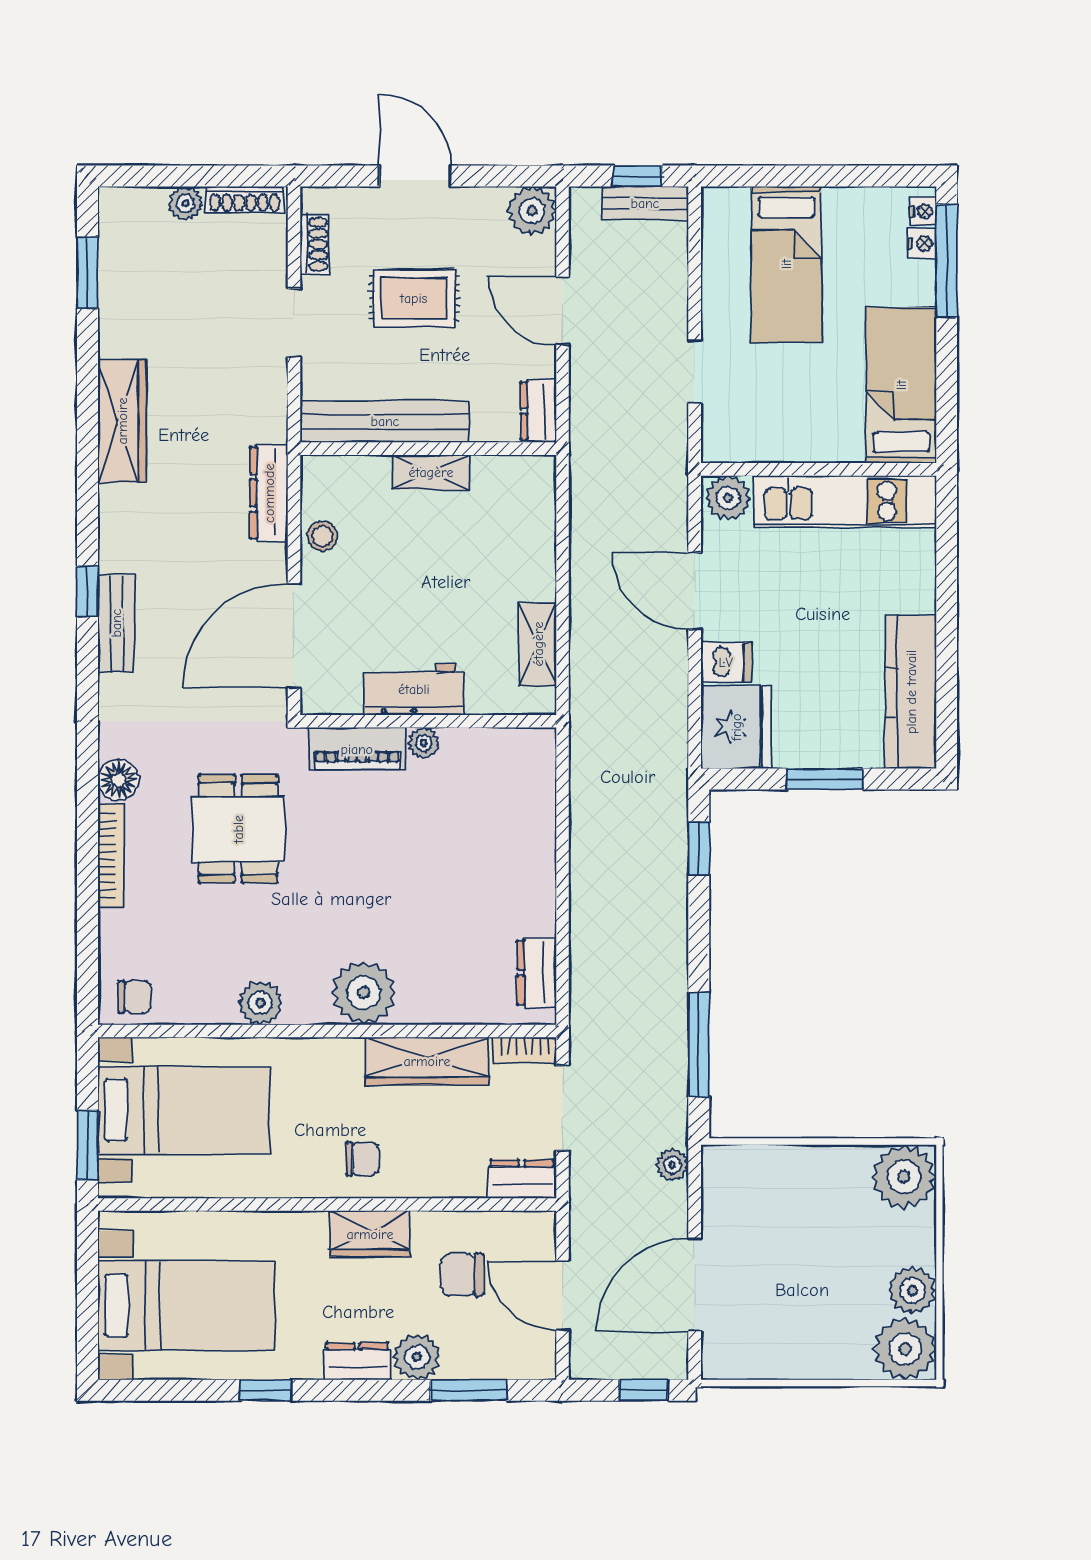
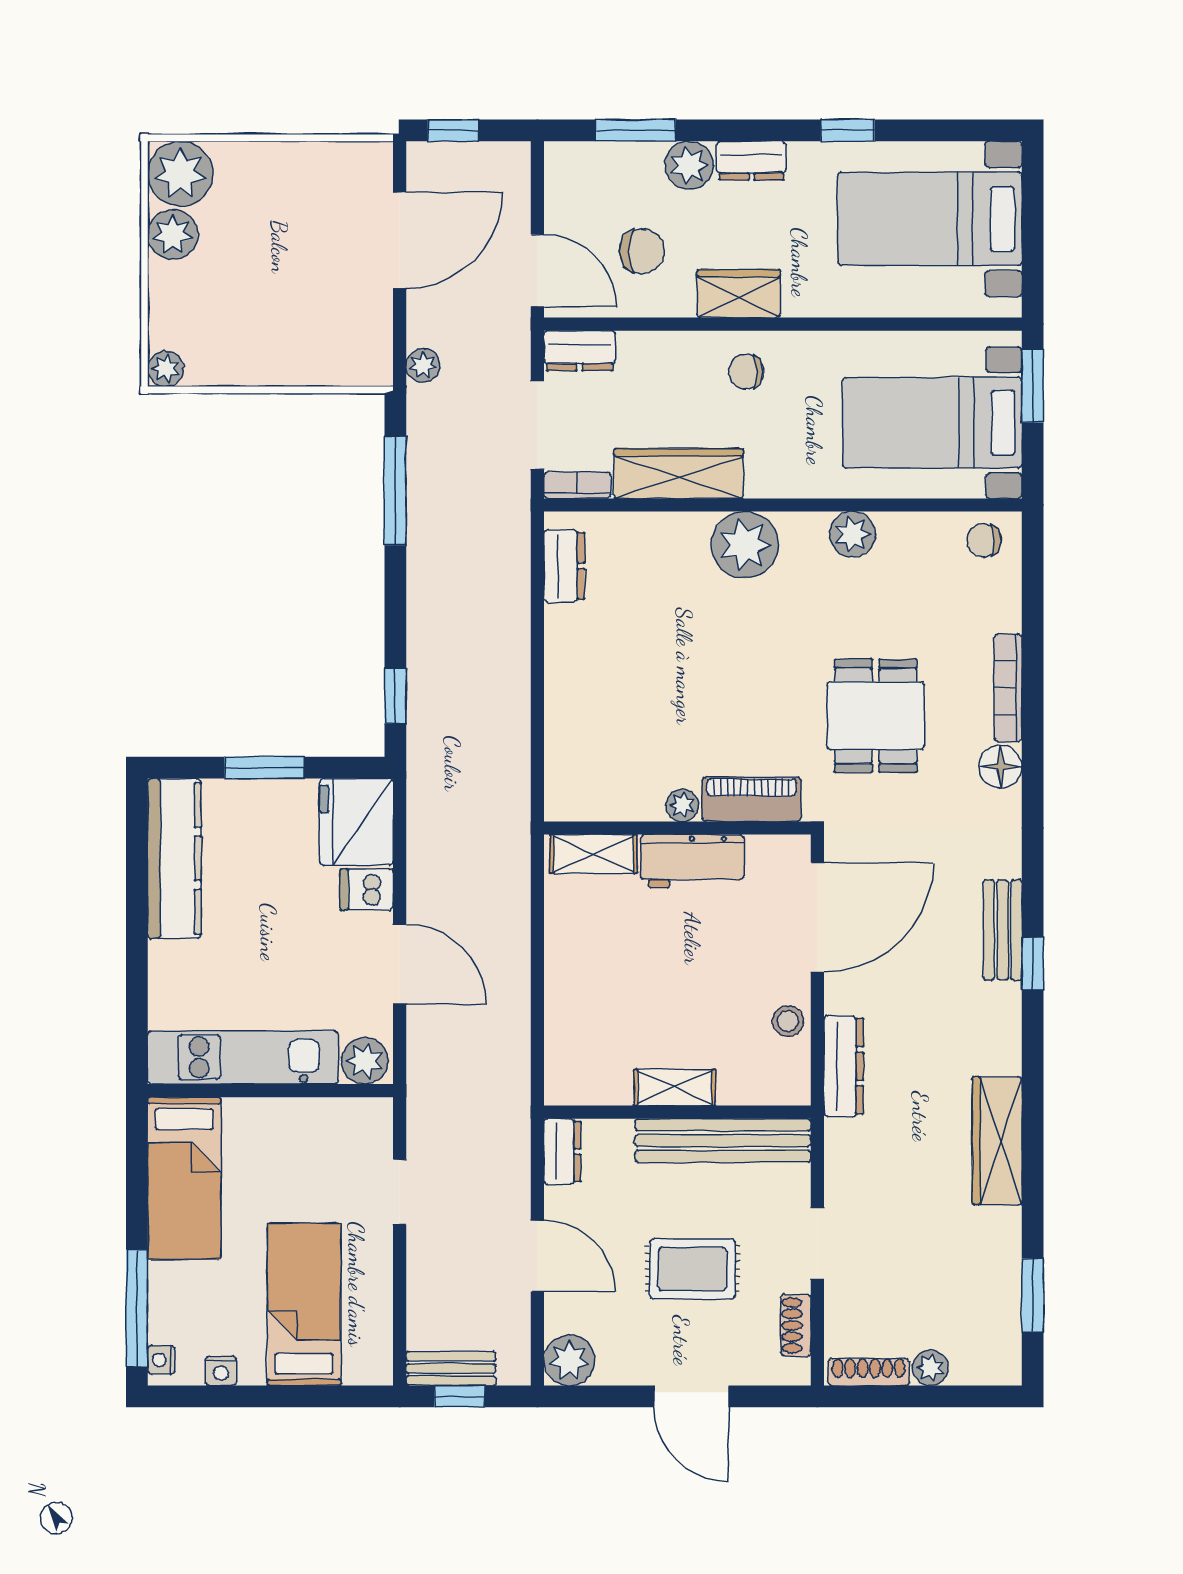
nightstand: (922, 243) -> (221, 1371), moved, turned -90
shelving: (538, 644) -> (594, 854), moved, turned 90
plant: (904, 1177) -> (166, 369), width x0.53, depth x0.53
door: (562, 1296) -> (537, 271), moved

